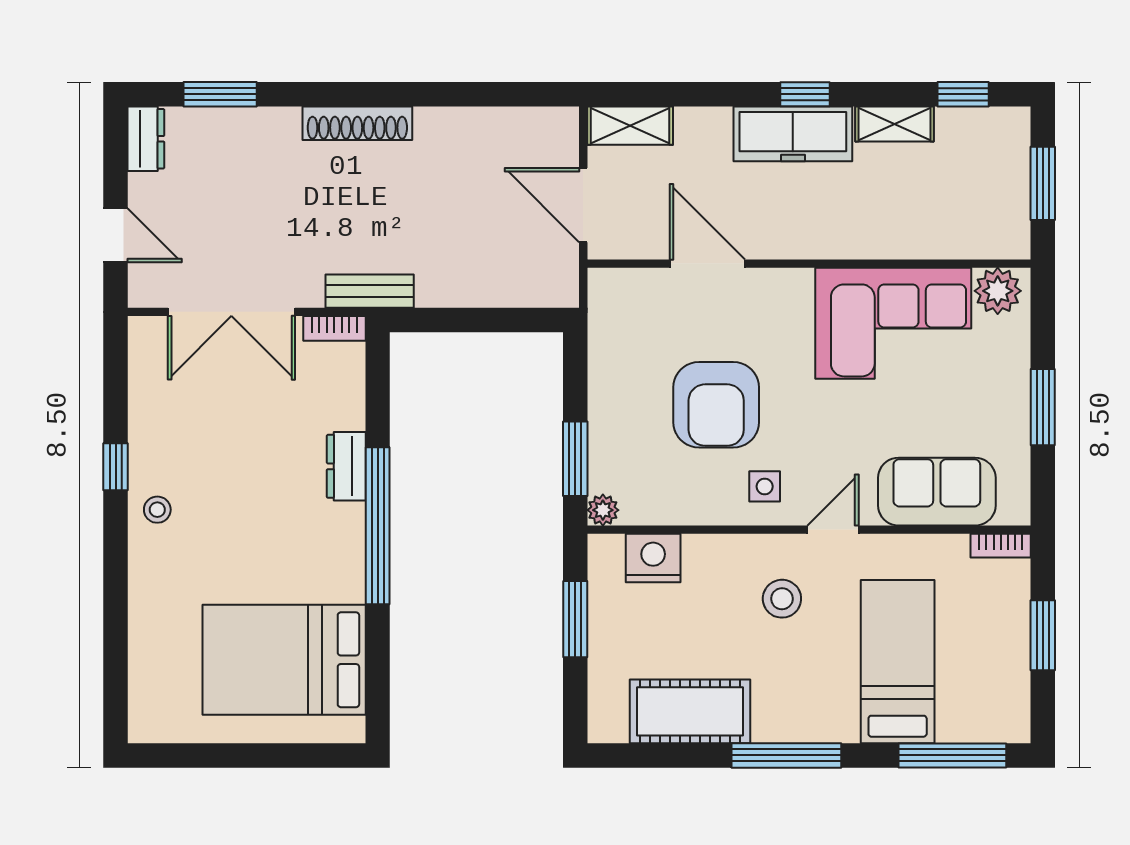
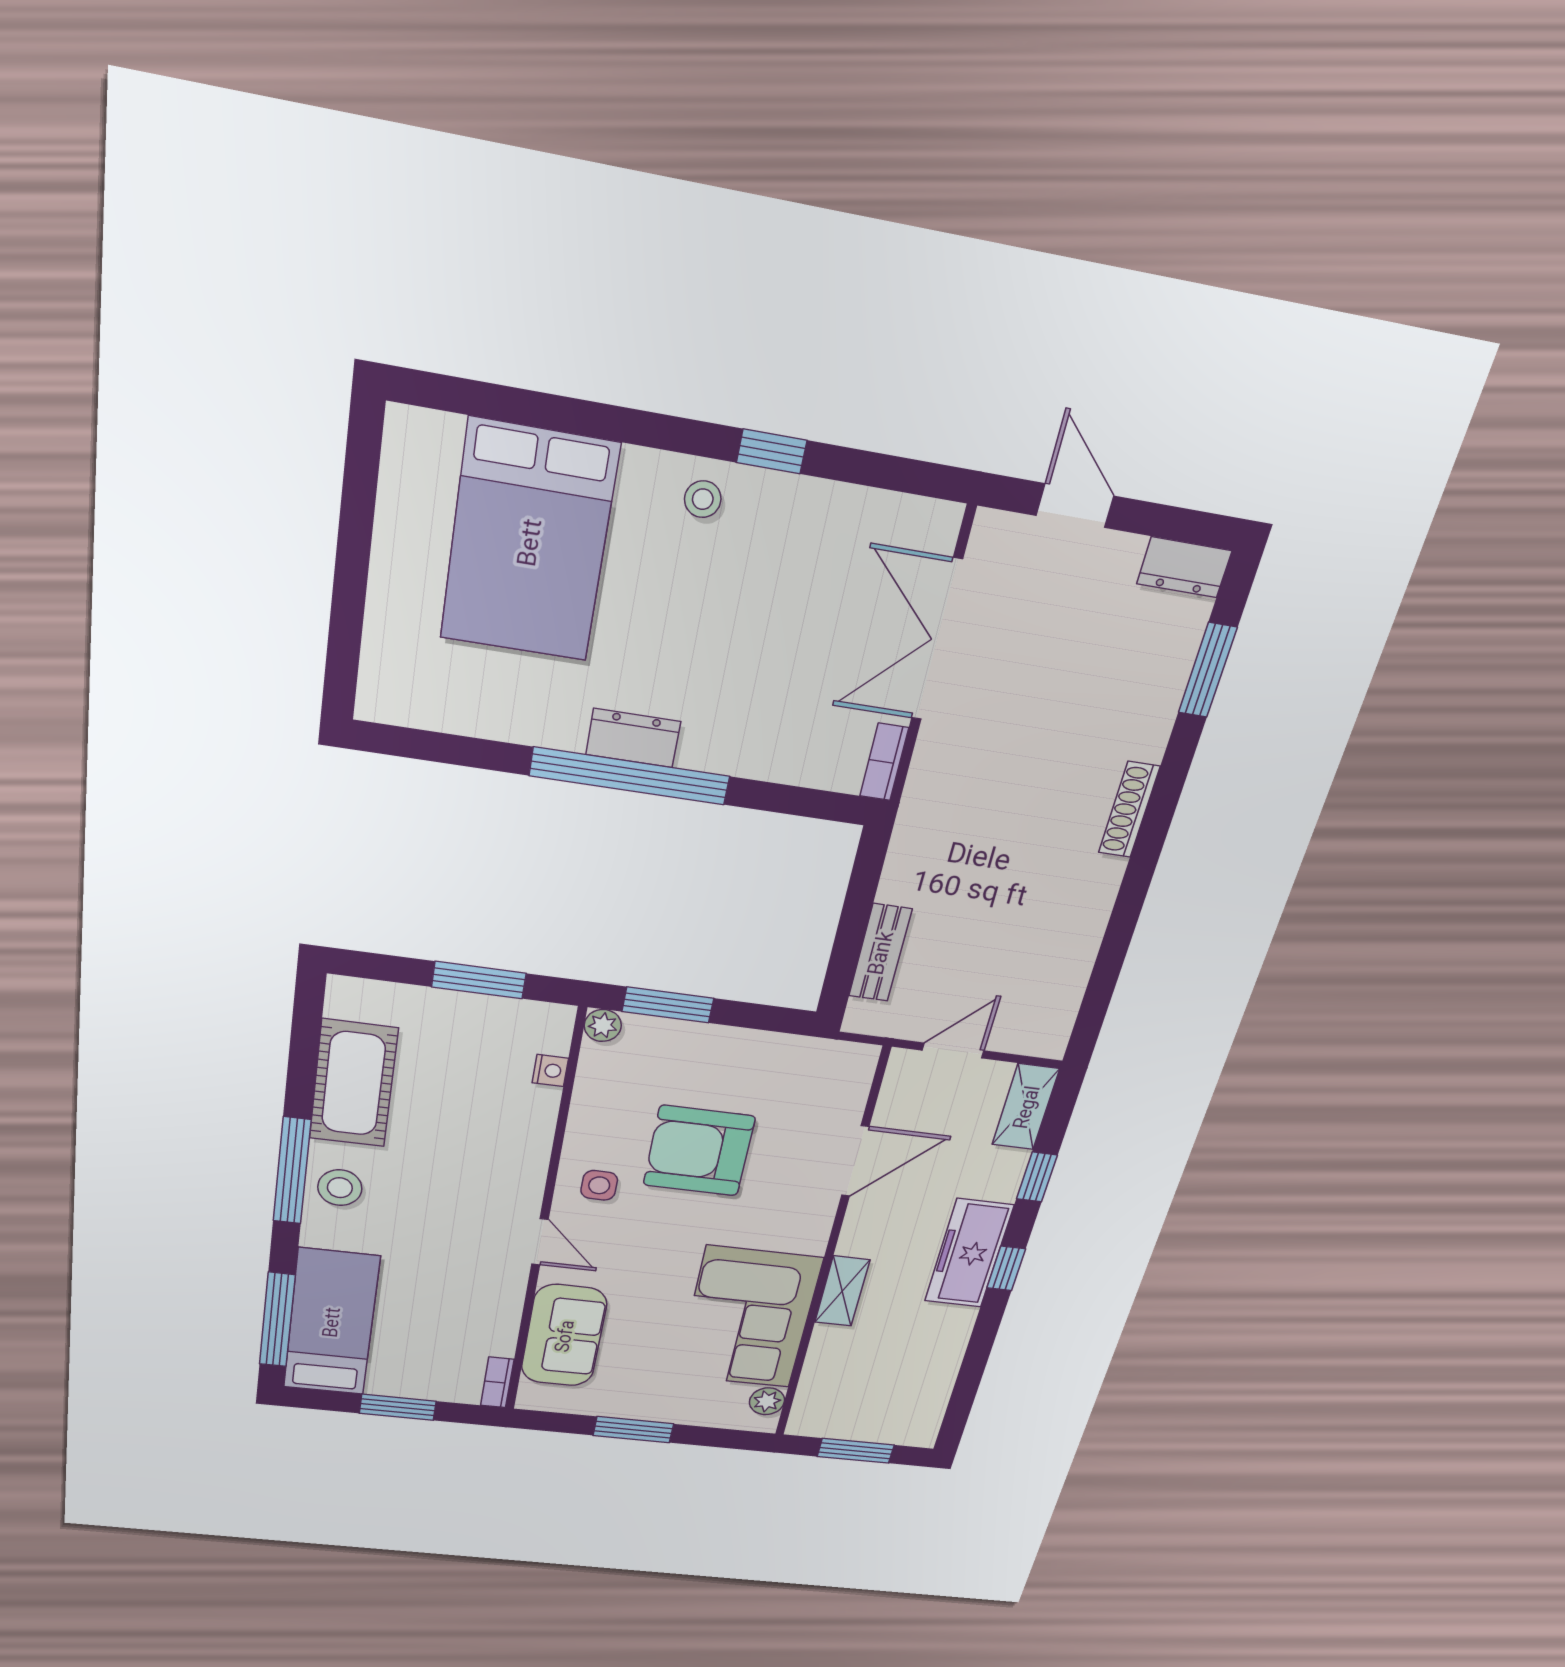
window: (963, 94) -> (1037, 1177), moved
shoe rack: (357, 123) -> (1129, 810), width x0.74, depth x0.81
shelving: (895, 124) -> (842, 1291), moved
door: (583, 205) -> (953, 1050), width x0.73
door: (116, 235) -> (1075, 506), swing flipped
bench: (370, 291) -> (880, 953), moved
plant: (998, 291) -> (767, 1401), width x0.73, depth x0.73
dresser: (346, 466) -> (633, 738), moved
nightstand: (653, 558) -> (550, 1070), width x0.53, depth x0.56
stool: (782, 599) -> (340, 1188), moved
bed: (284, 660) -> (529, 542), moved, turned 180
bed: (898, 662) -> (331, 1322), moved, turned -90

